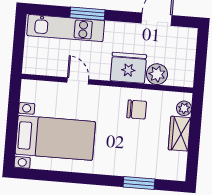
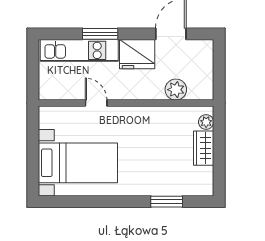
fridge: (128, 68) -> (137, 54), moved, turned 180
chair: (137, 110) -> (158, 127), removed

